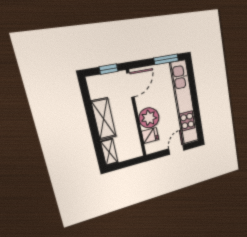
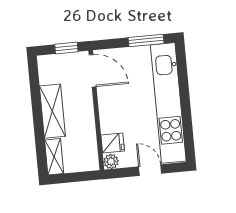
door: (130, 85) -> (93, 71), hinge flipped
plant: (149, 118) -> (111, 161), moved, width x0.53, depth x0.53
door: (176, 150) -> (150, 170), hinge flipped

